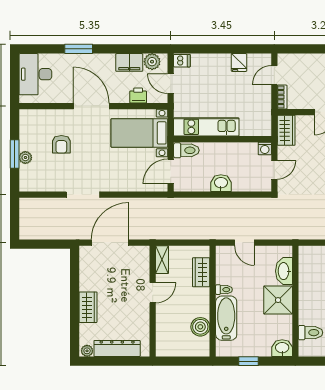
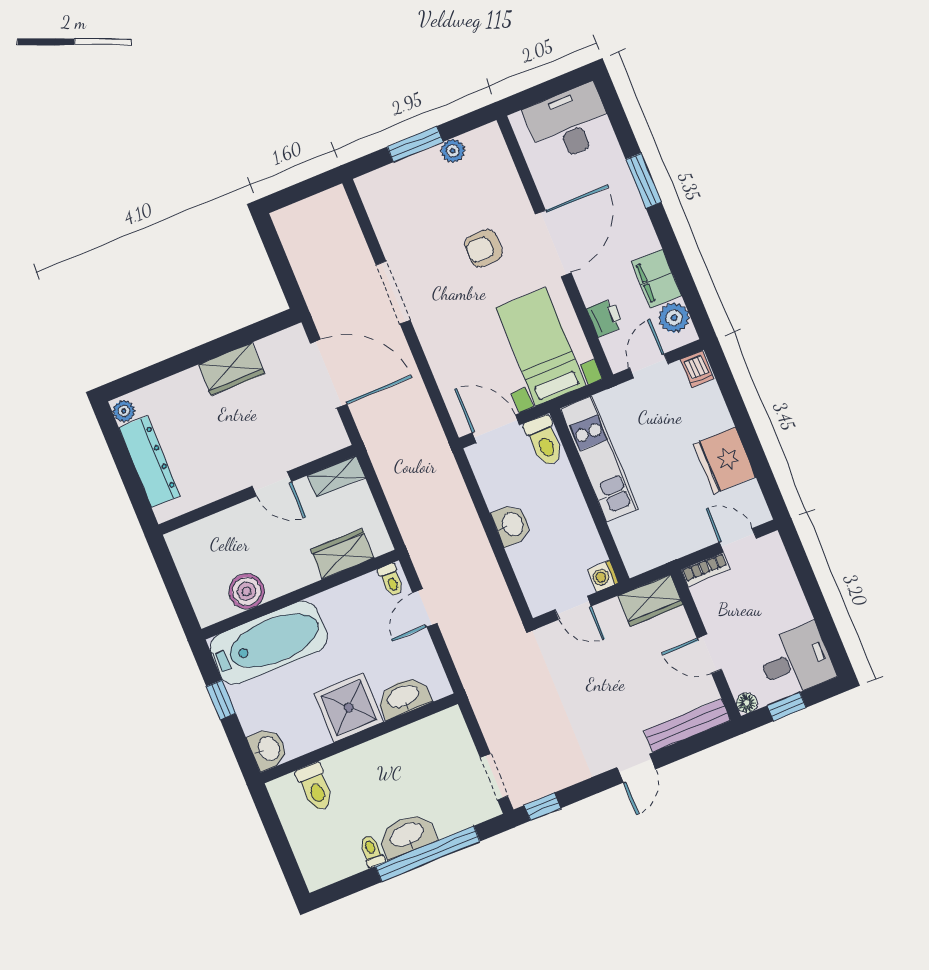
fridge: (239, 63) -> (725, 460), width x1.88, depth x1.34
armchair: (61, 144) -> (484, 248), moved
plant: (25, 158) -> (453, 151), moved
toilet: (224, 290) -> (391, 580), moved
wardrobe: (88, 307) -> (231, 369), moved
bathtub: (226, 318) -> (269, 643), width x1.36, depth x1.36

